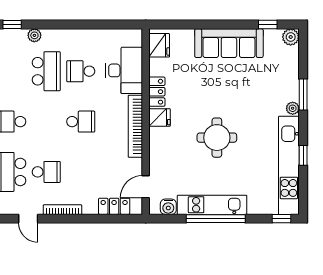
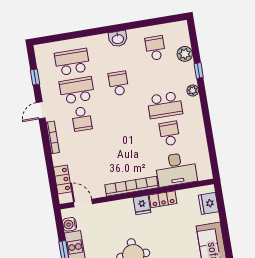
fridge: (159, 45) -> (209, 203), moved, turned 90
school desk: (81, 122) -> (128, 140), removed

